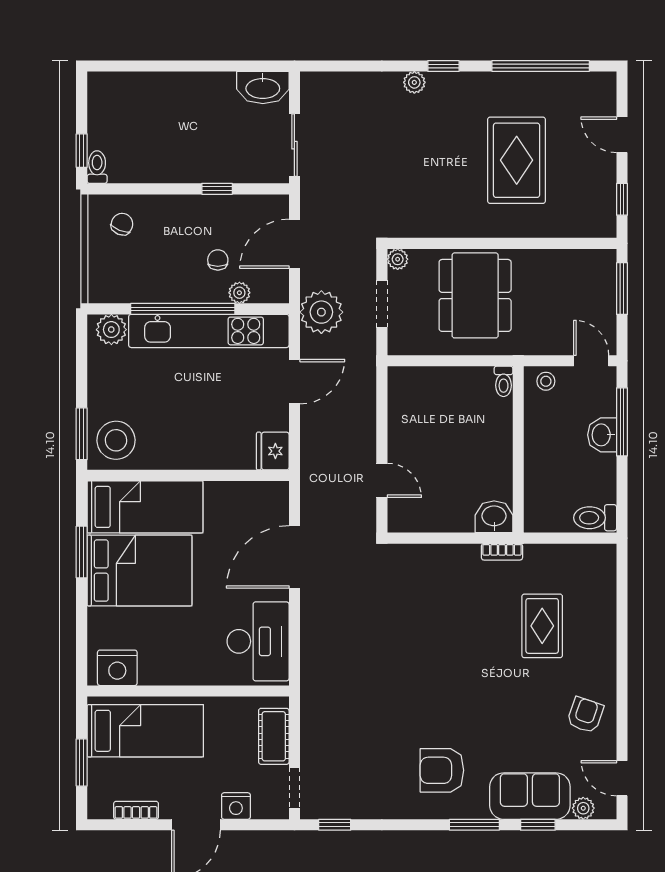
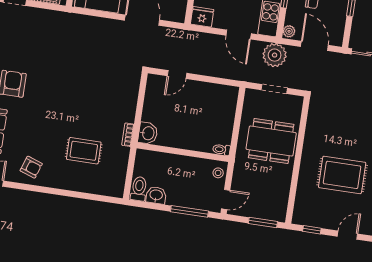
plant: (398, 259) -> (297, 101), removed
plant: (239, 293) -> (289, 31), moved
washbasin: (602, 435) -> (156, 195), moved

